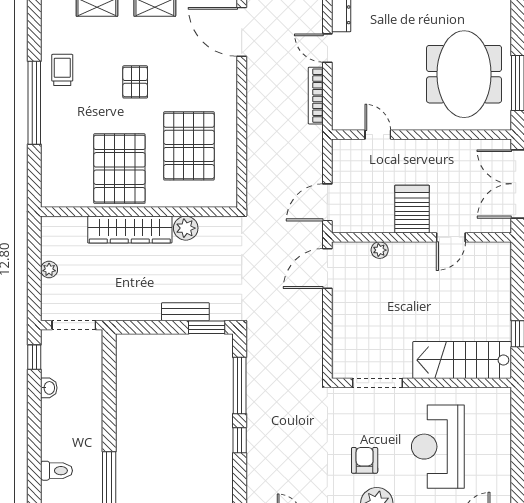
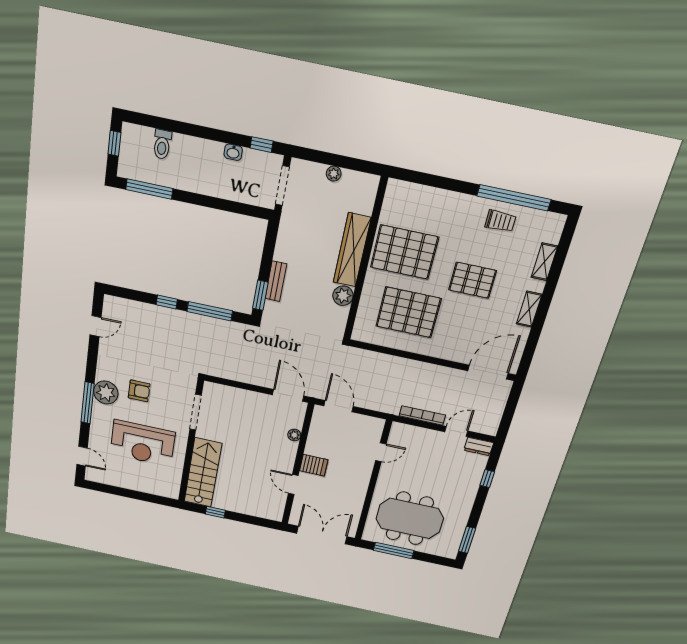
pallet: (135, 82) -> (472, 280), width x1.50, depth x1.42
window: (34, 103) -> (514, 198), moved
server rack: (412, 209) -> (314, 465), width x0.73, depth x0.70
reception desk: (438, 447) -> (143, 443), turned 180

